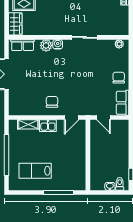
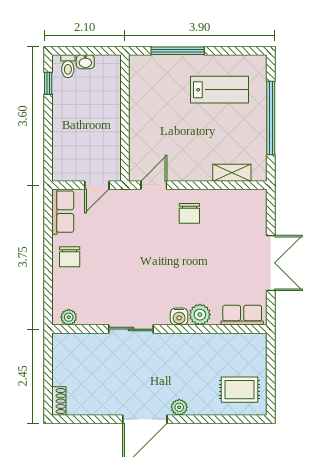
wardrobe: (15, 24) -> (255, 353), removed
door: (104, 118) -> (97, 185), swing flipped
kitchen sink: (48, 126) -> (197, 170), removed

